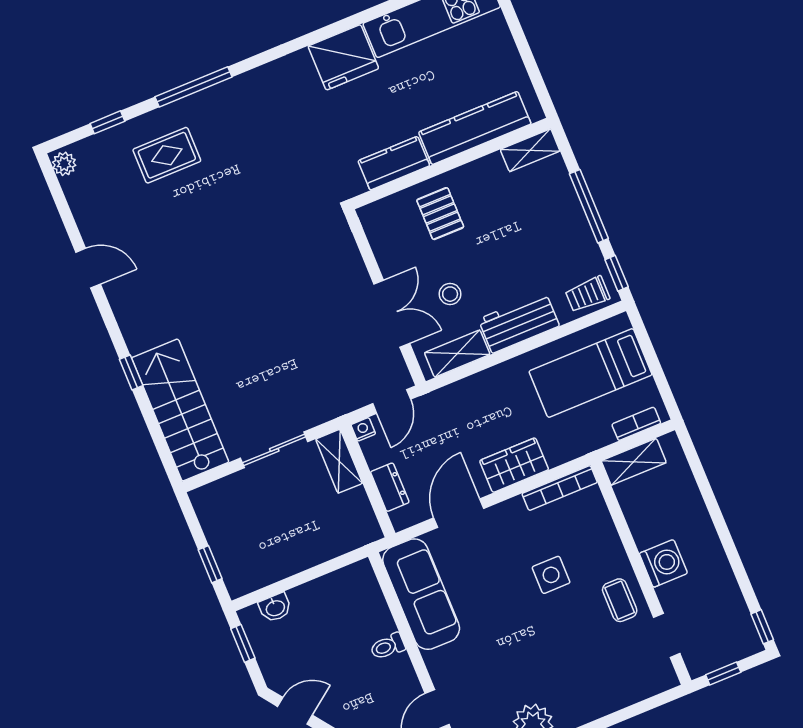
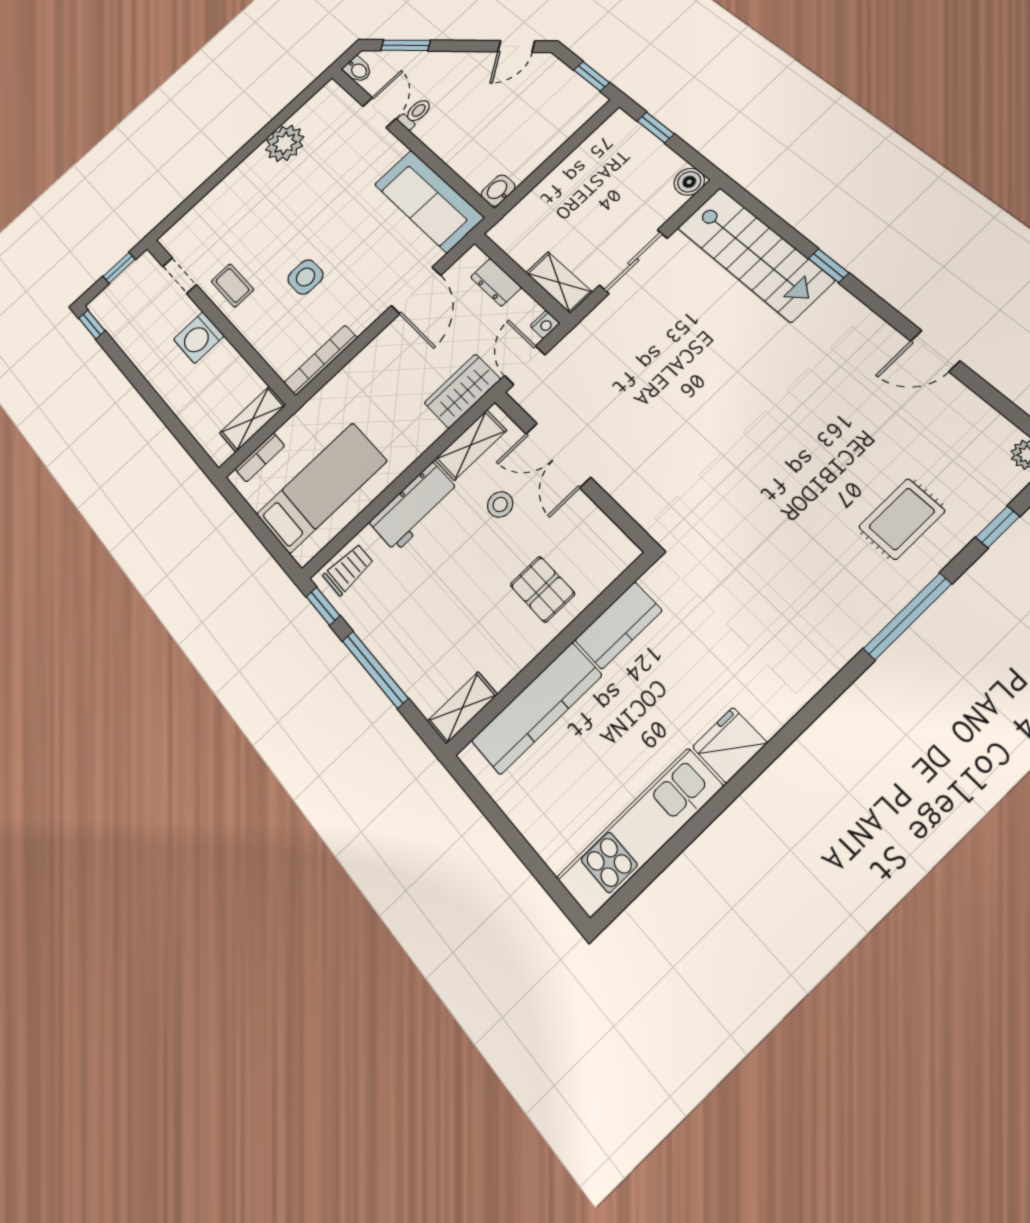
fridge: (343, 57) -> (730, 745), width x0.73, depth x0.75
wardrobe: (514, 465) -> (462, 391), moved, turned 180
boiler: (204, 499) -> (689, 182), added
washbasin: (275, 608) -> (498, 191), moved
toilet: (388, 646) -> (415, 114), moved

